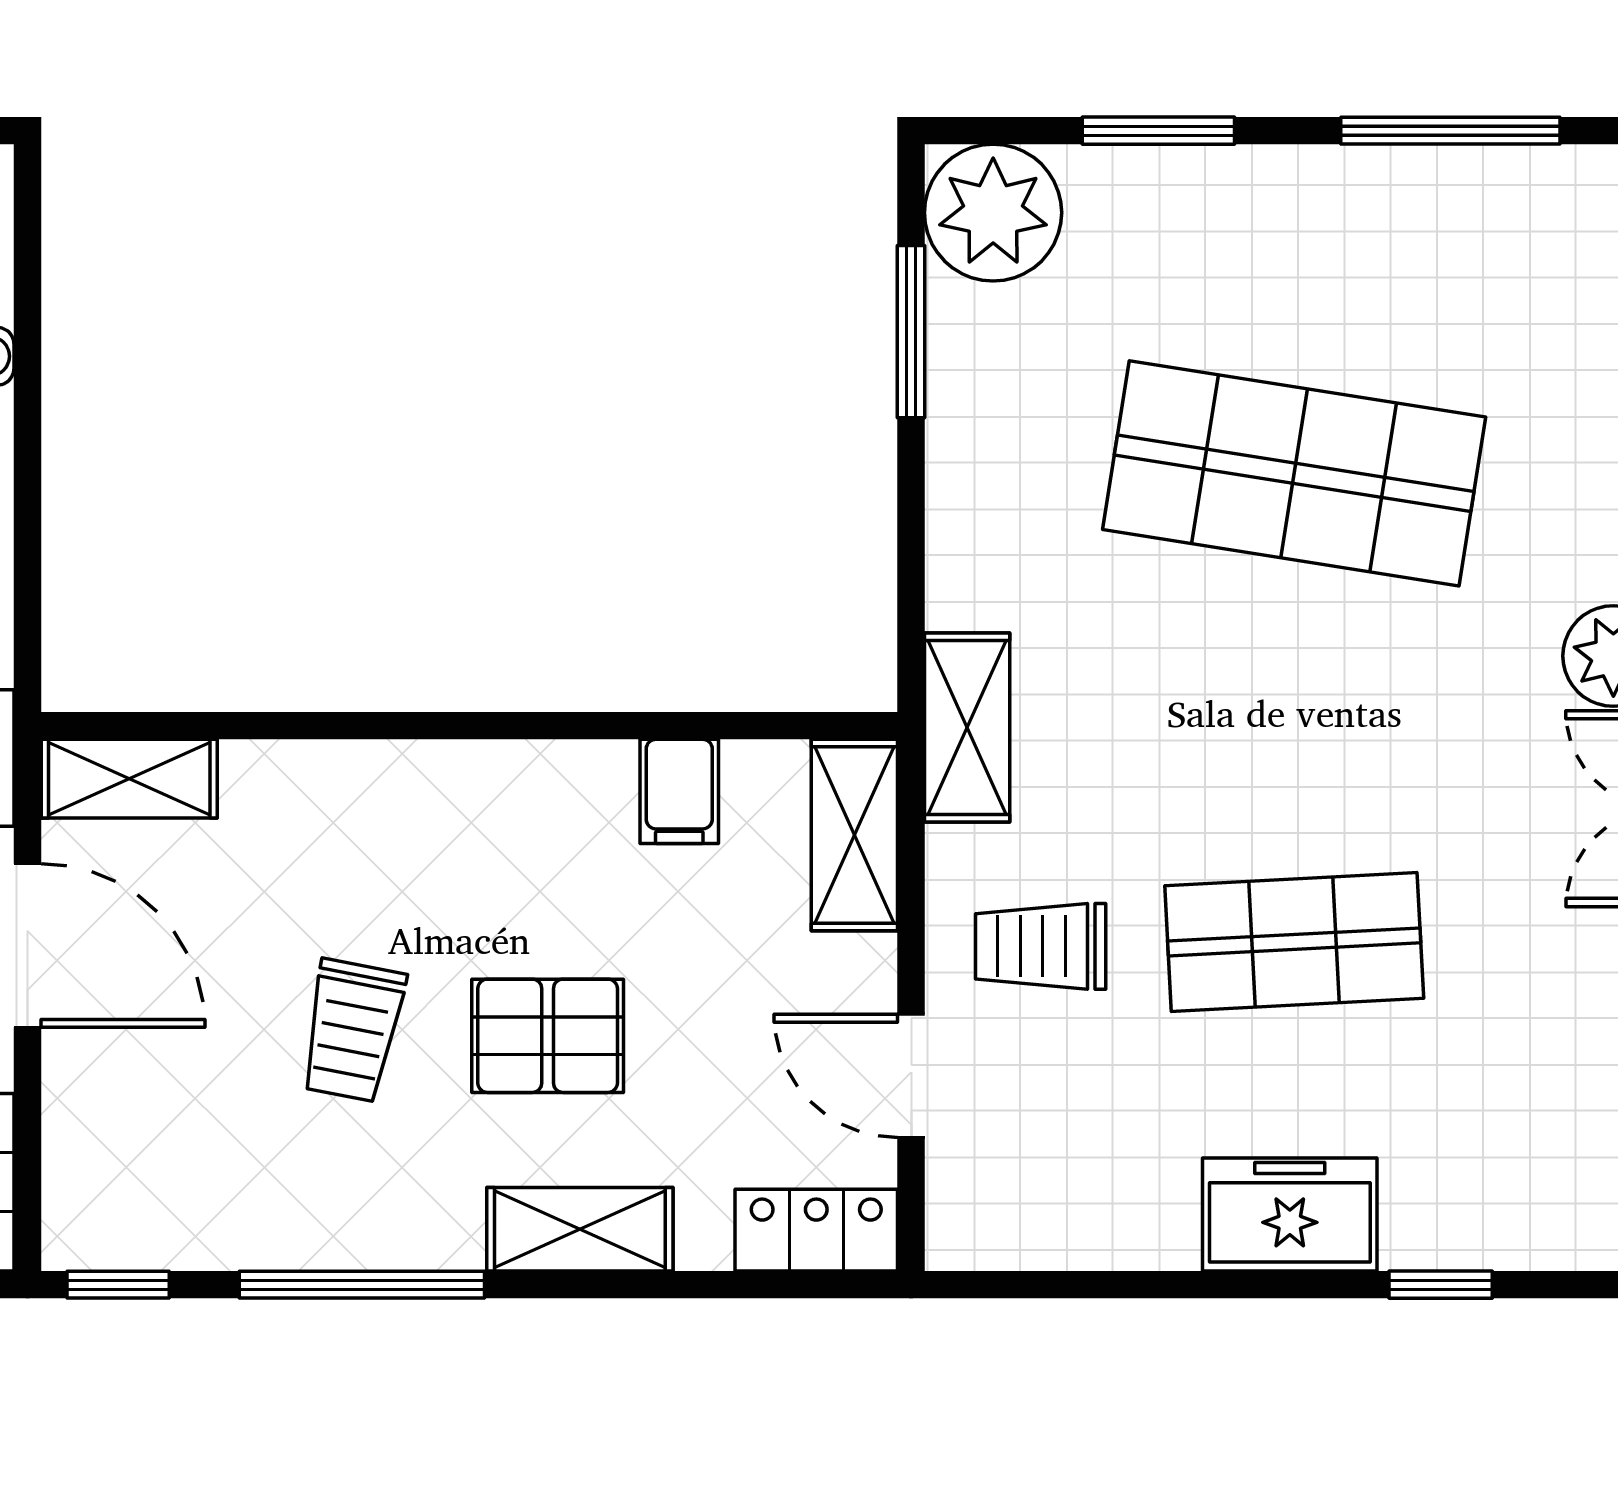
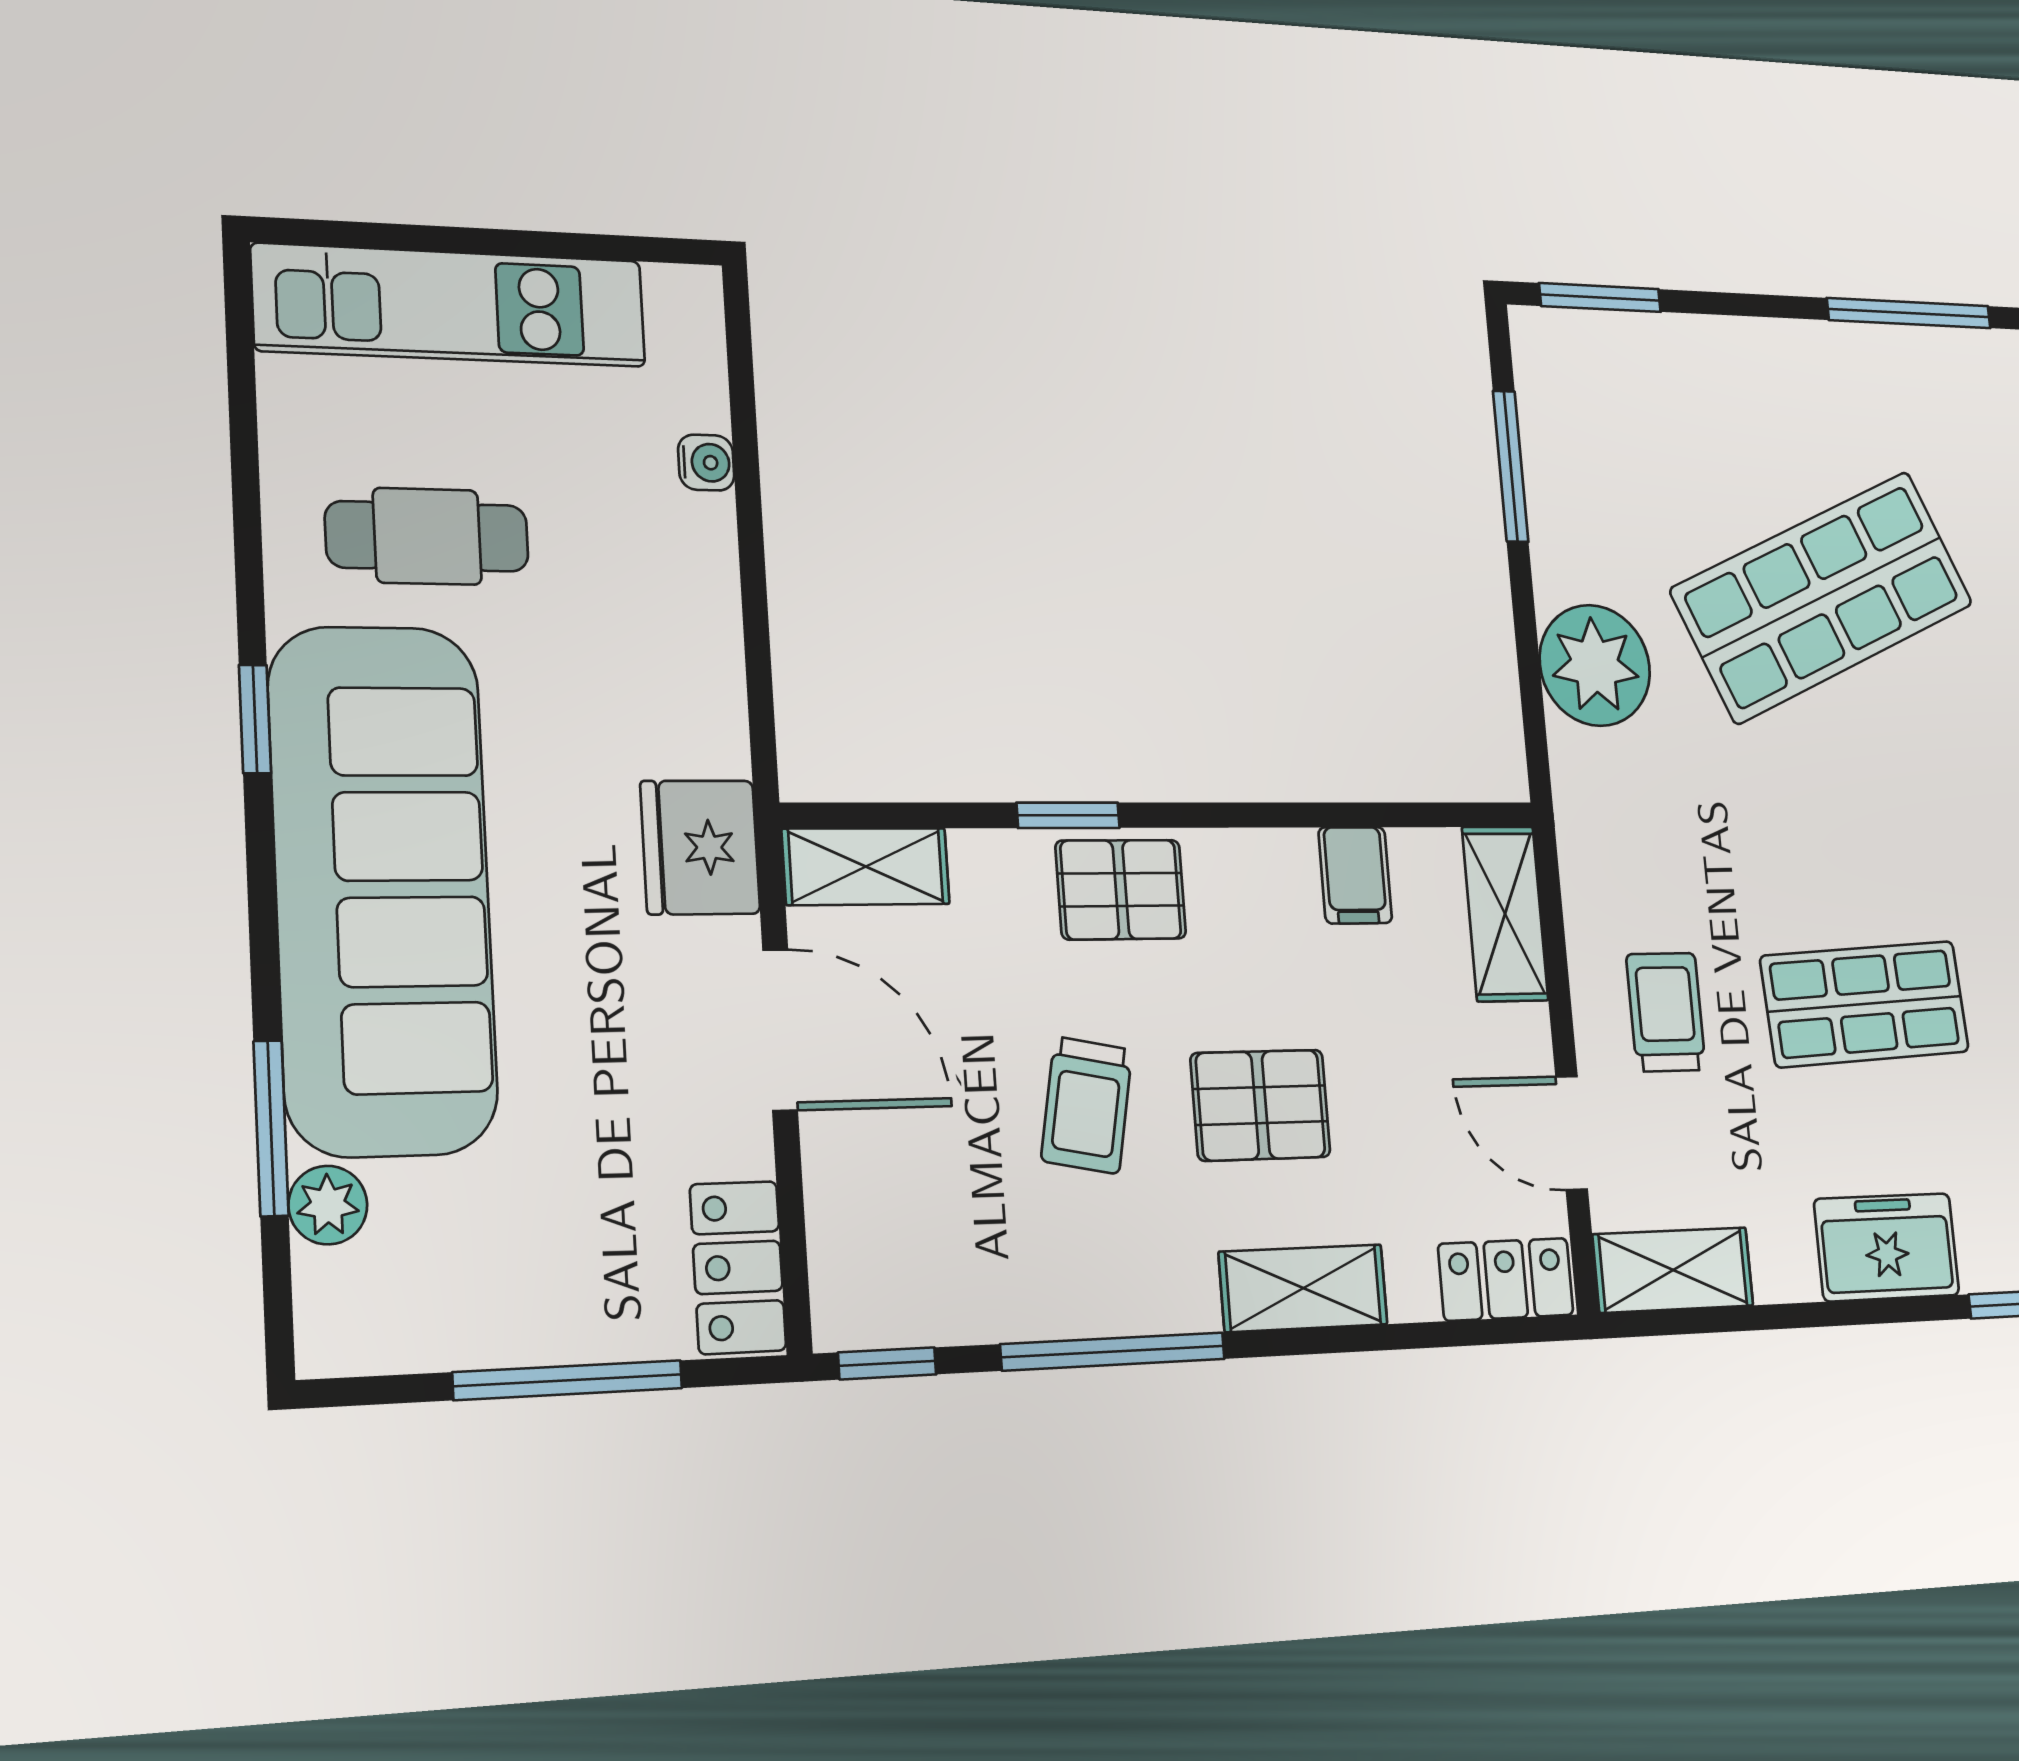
window: (1158, 131) -> (1600, 298), moved
plant: (993, 213) -> (1595, 665), moved
shop shelf: (1294, 473) -> (1823, 597), turned -33
window: (355, 726) -> (1068, 815), added
shelving: (967, 728) -> (1673, 1270), moved, turned 90
pallet: (408, 805) -> (1121, 890), added
trolley: (1041, 946) -> (1666, 1012), turned 90

